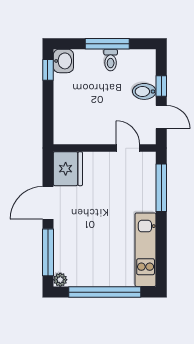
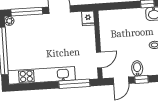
fridge: (68, 169) -> (88, 18), width x0.53, depth x0.75
kitchen unit: (146, 250) -> (42, 75), width x1.36

